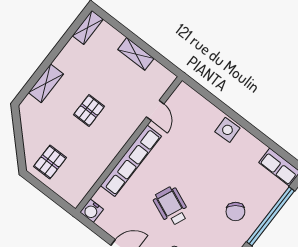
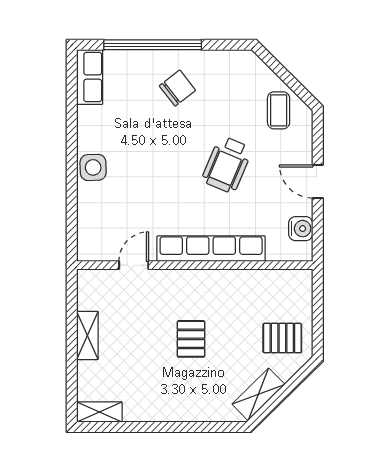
shelving: (46, 83) -> (258, 394), moved, turned -45
pallet: (89, 111) -> (191, 339), turned 90
water cooler: (92, 211) -> (301, 229), moved

